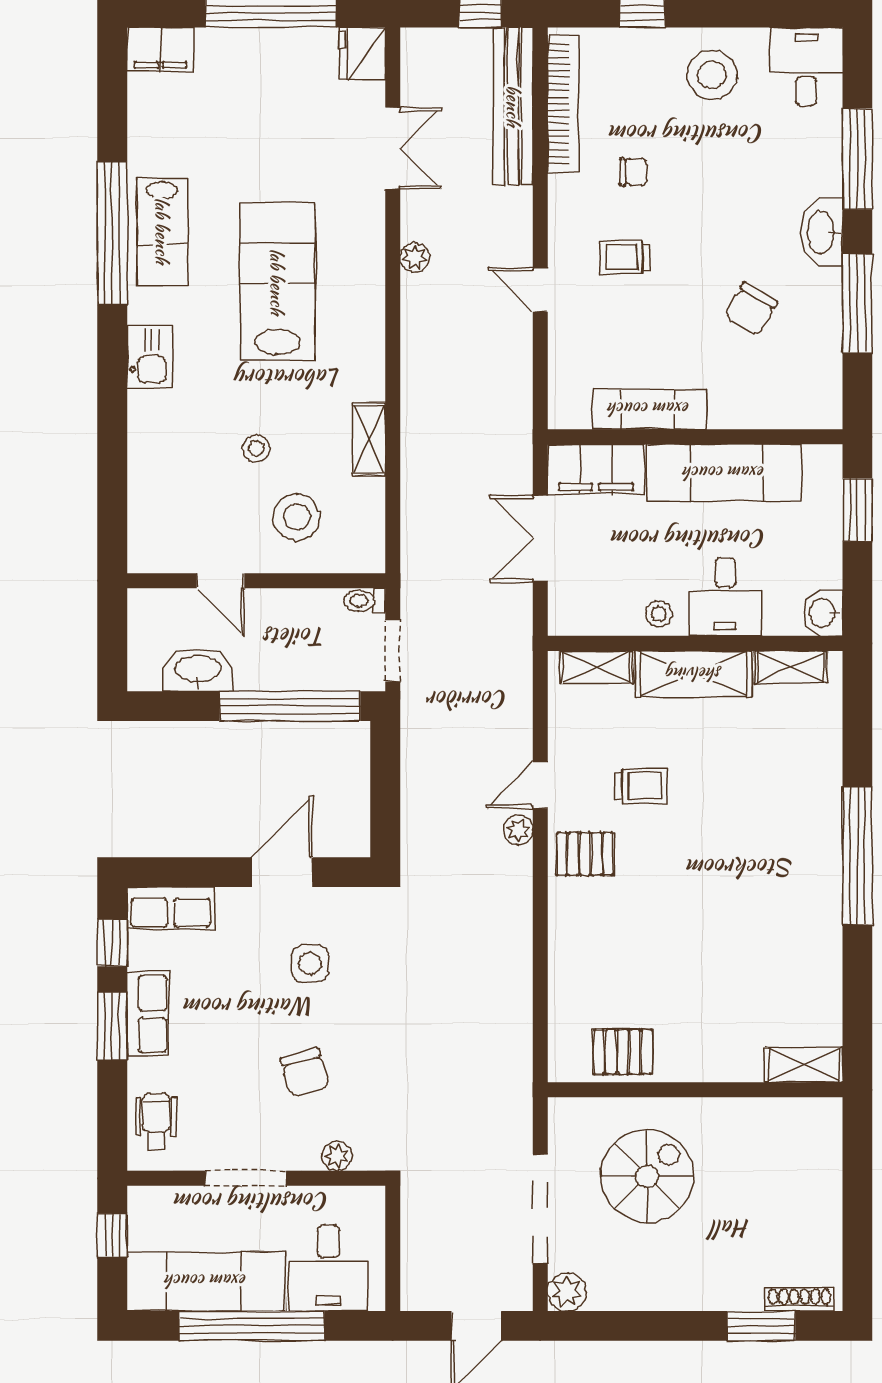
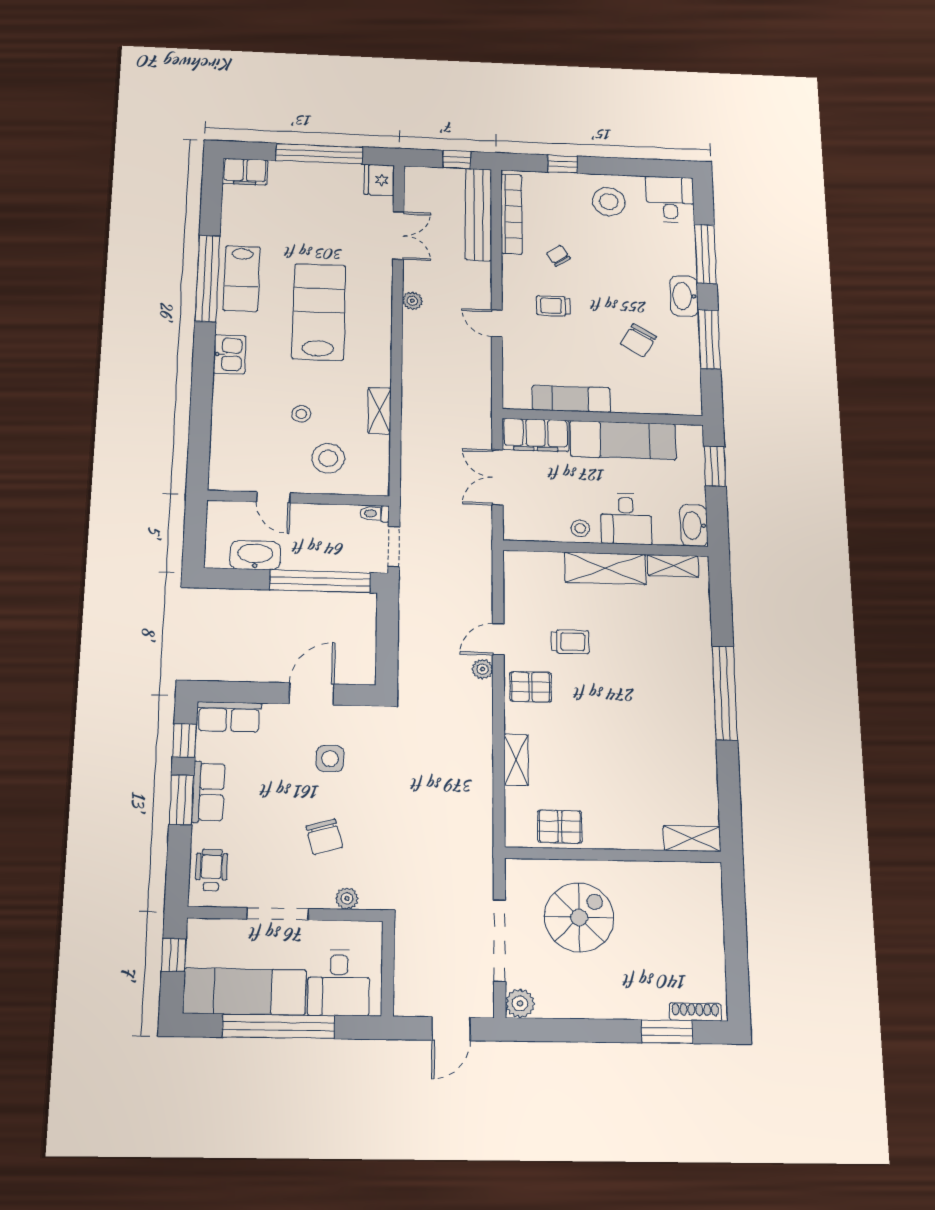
chair: (633, 172) -> (558, 256), turned -124
washbasin: (823, 613) -> (694, 525), width x1.38
shelving: (596, 667) -> (516, 760), moved, turned 90

